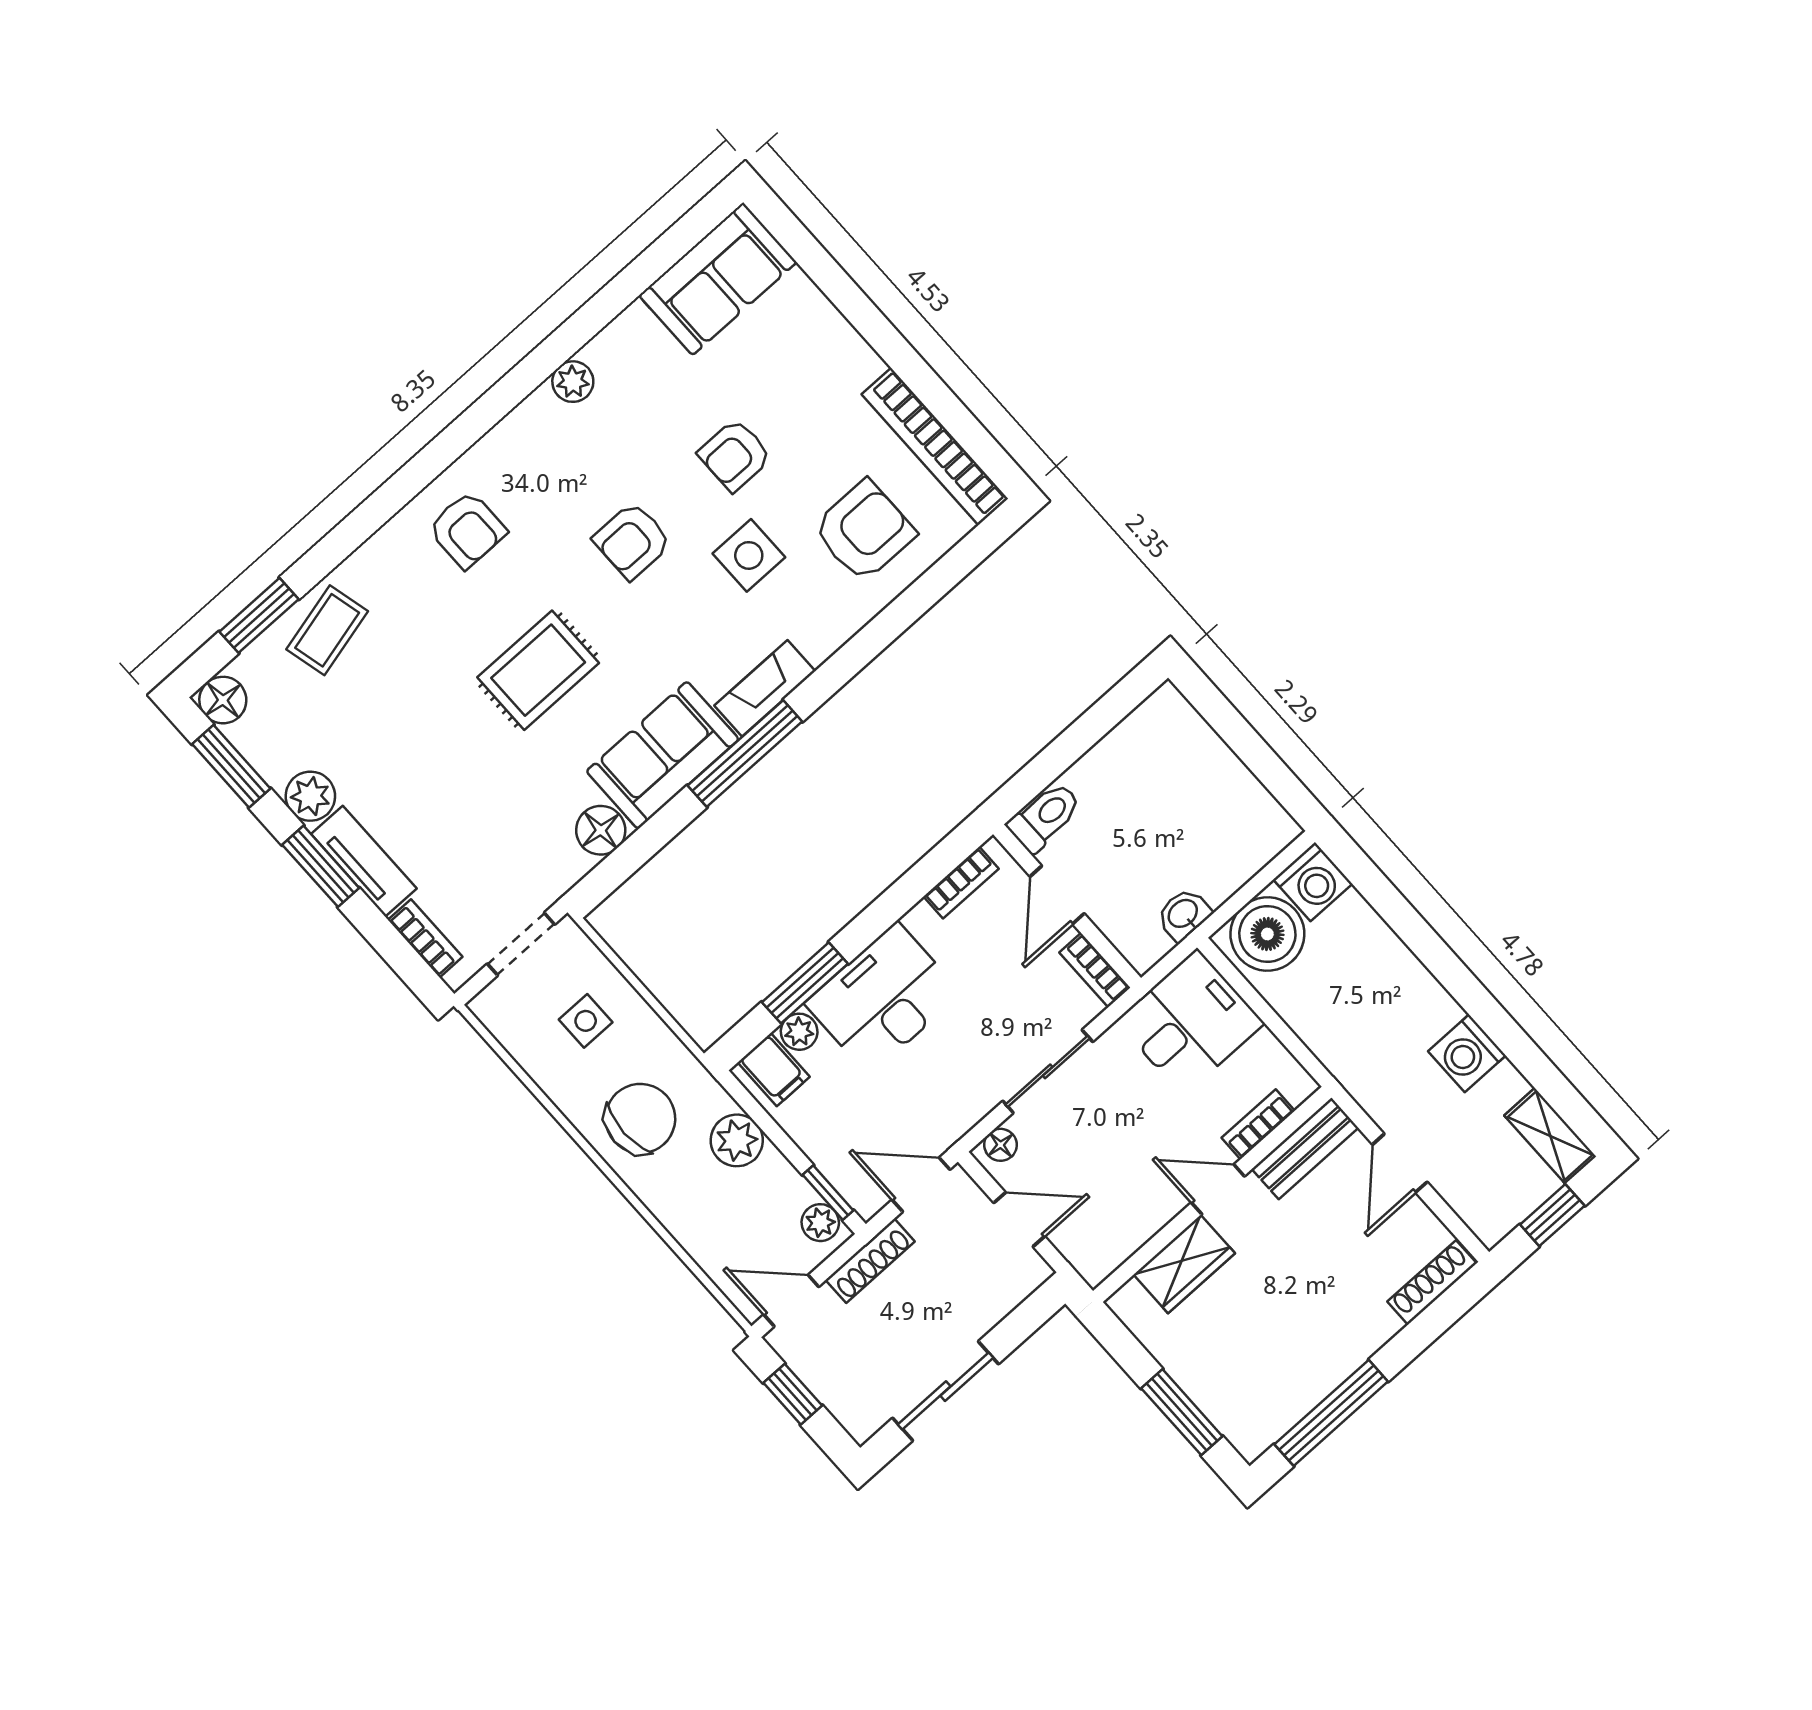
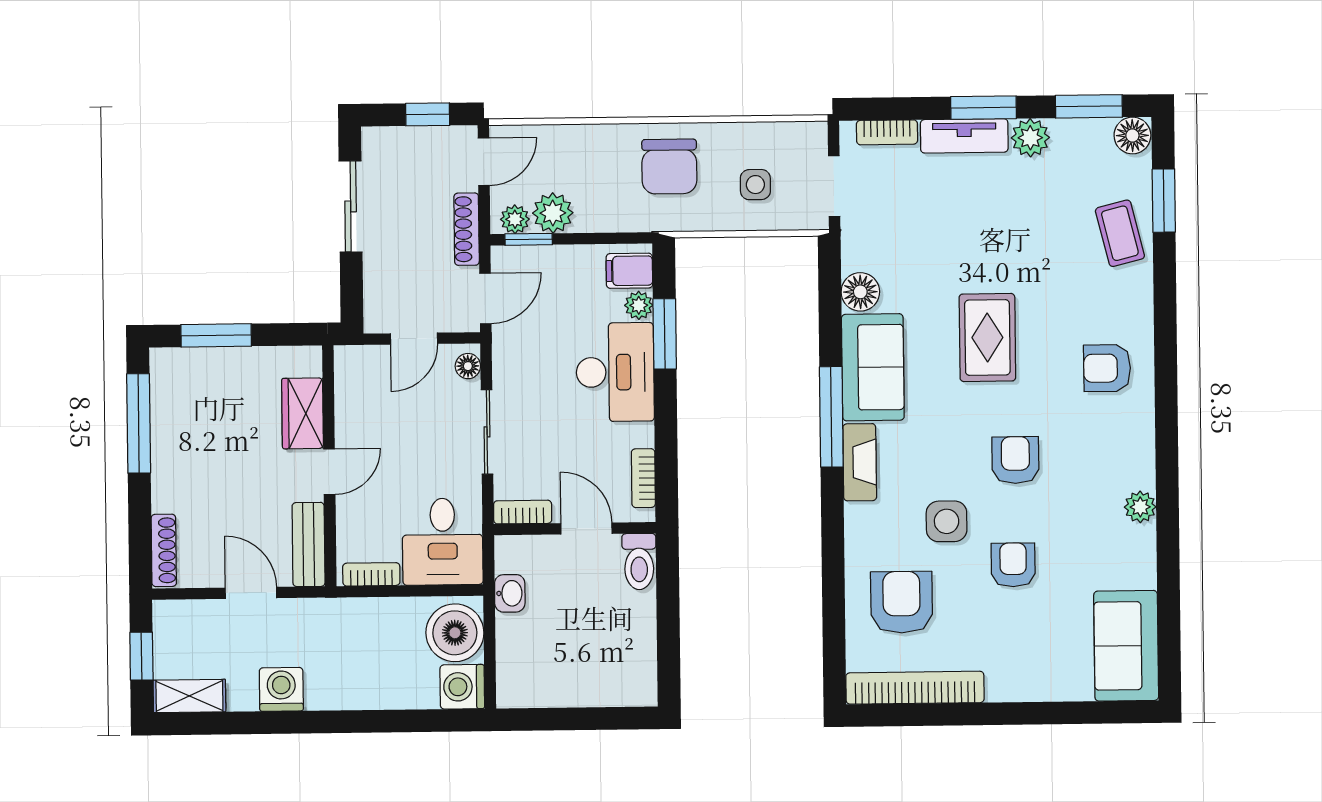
armchair: (864, 531) -> (901, 602), turned 180
bookcase: (1258, 1124) -> (371, 574), moved, turned -90
plant: (737, 1140) -> (553, 213), moved

